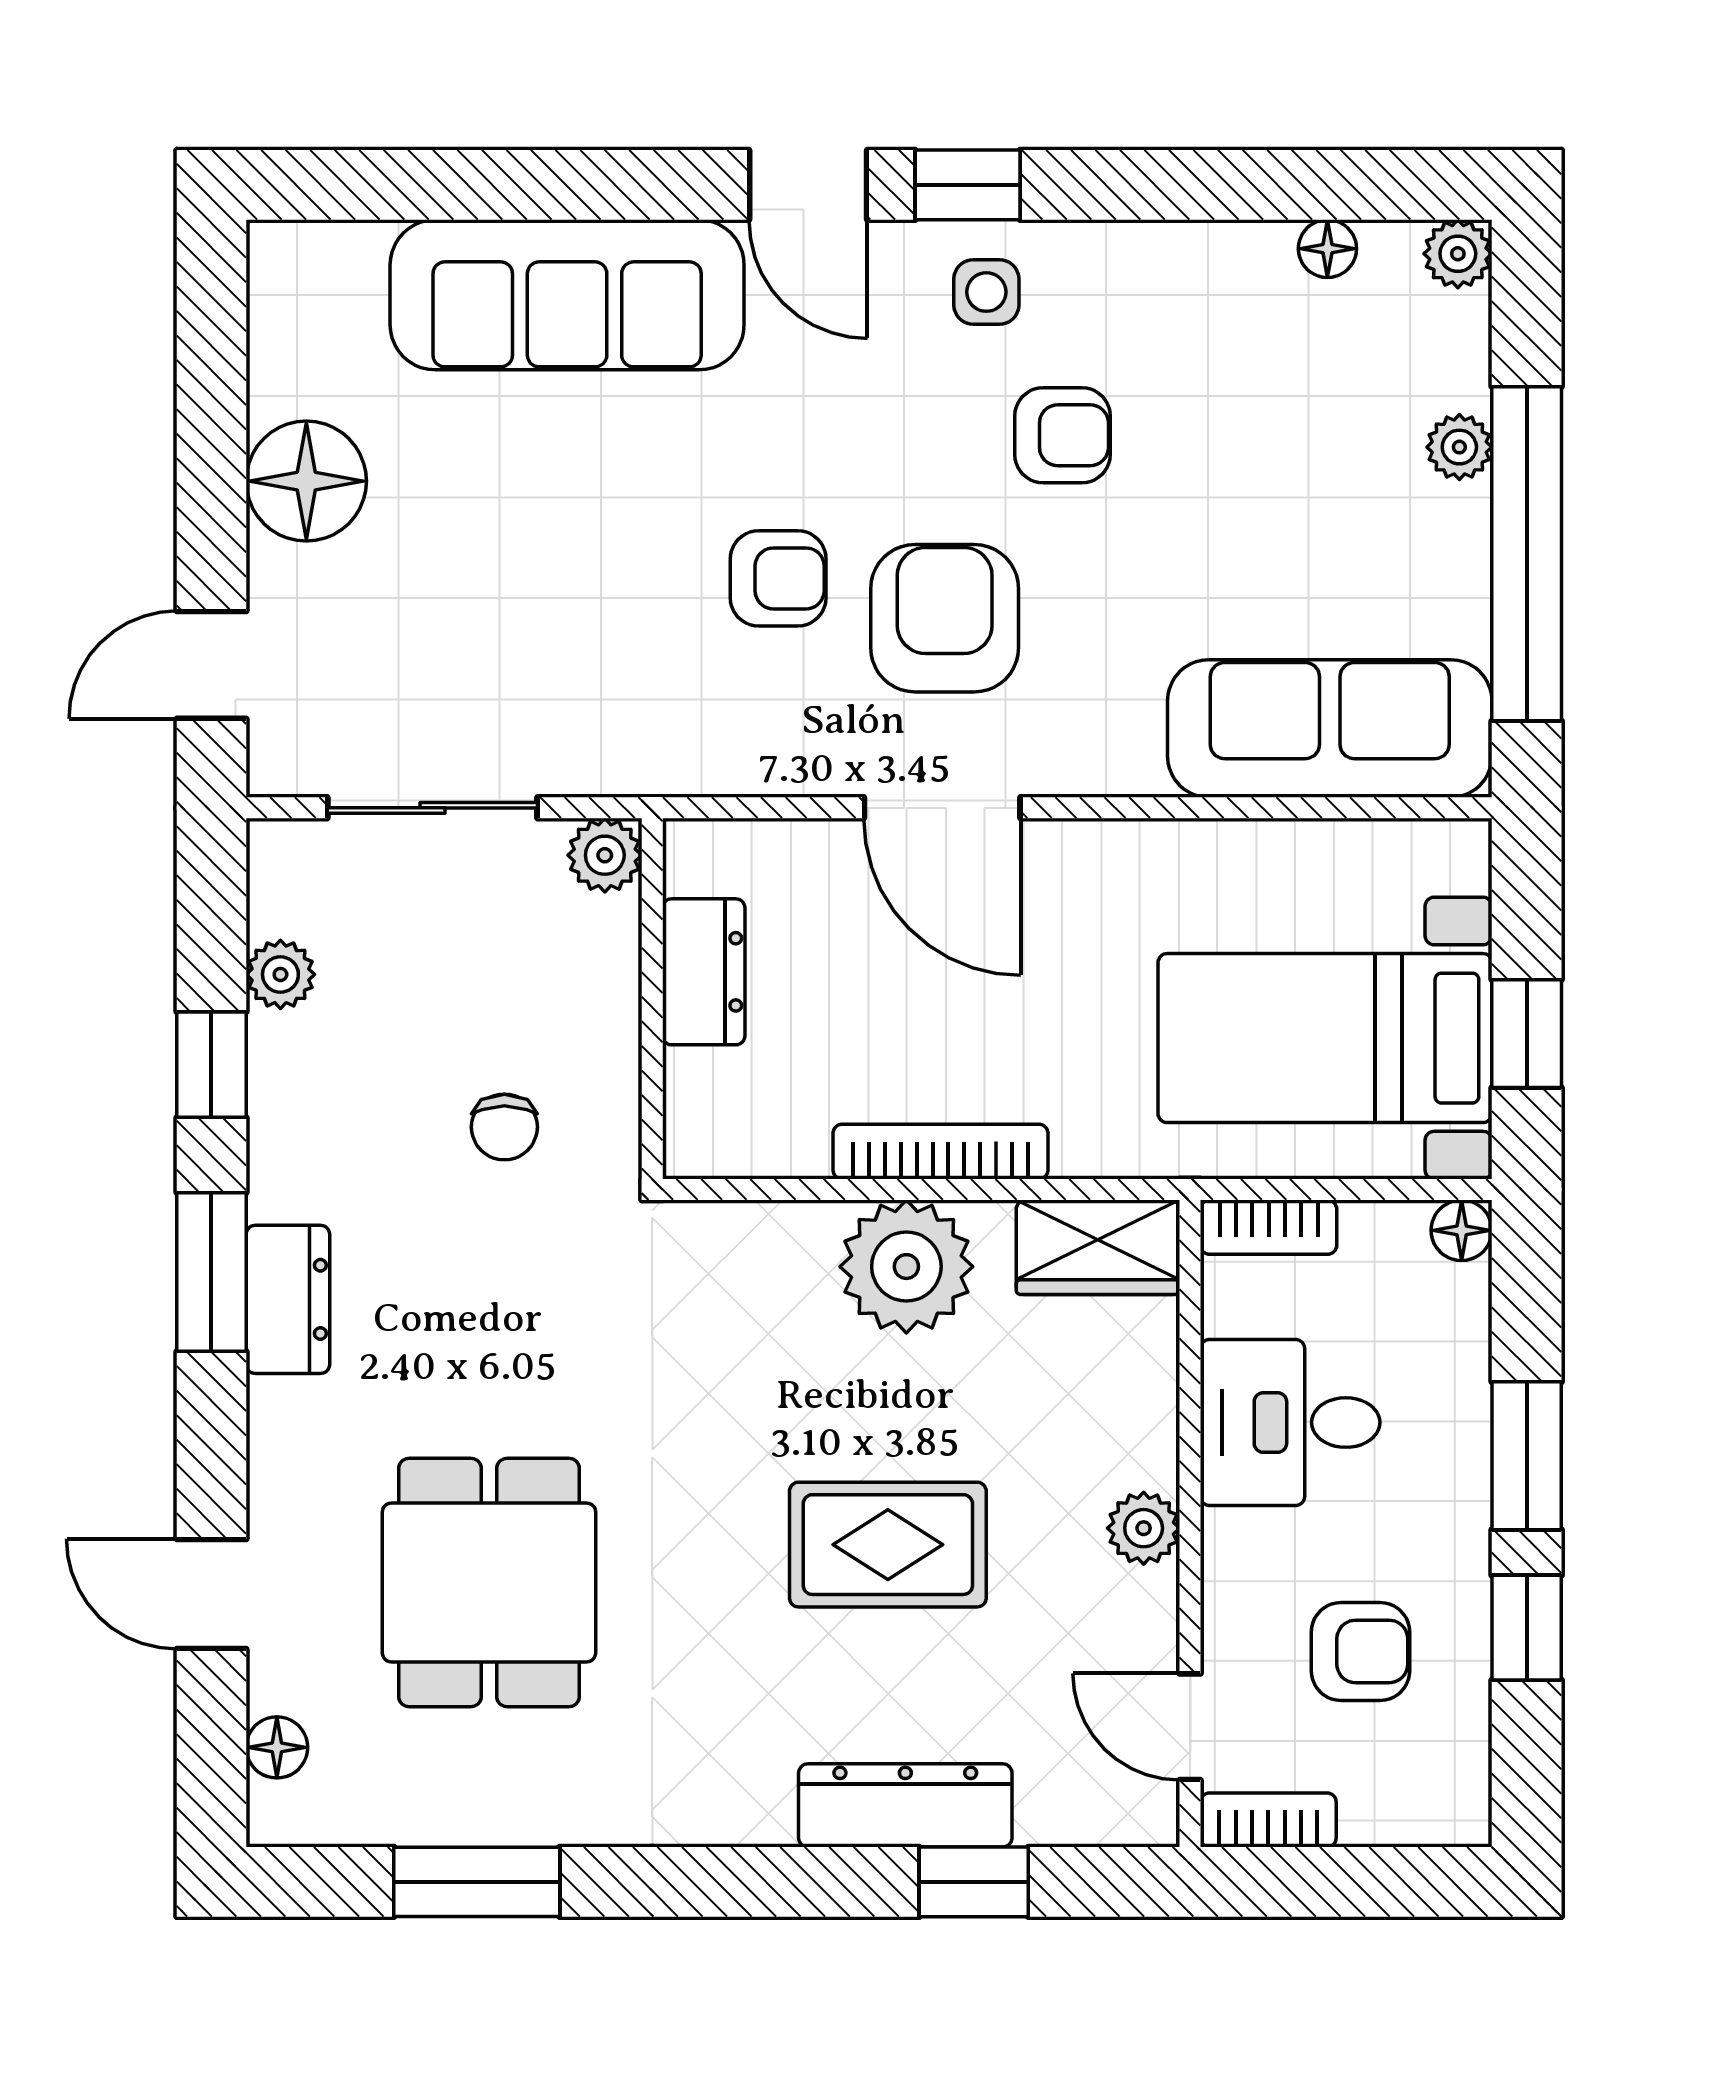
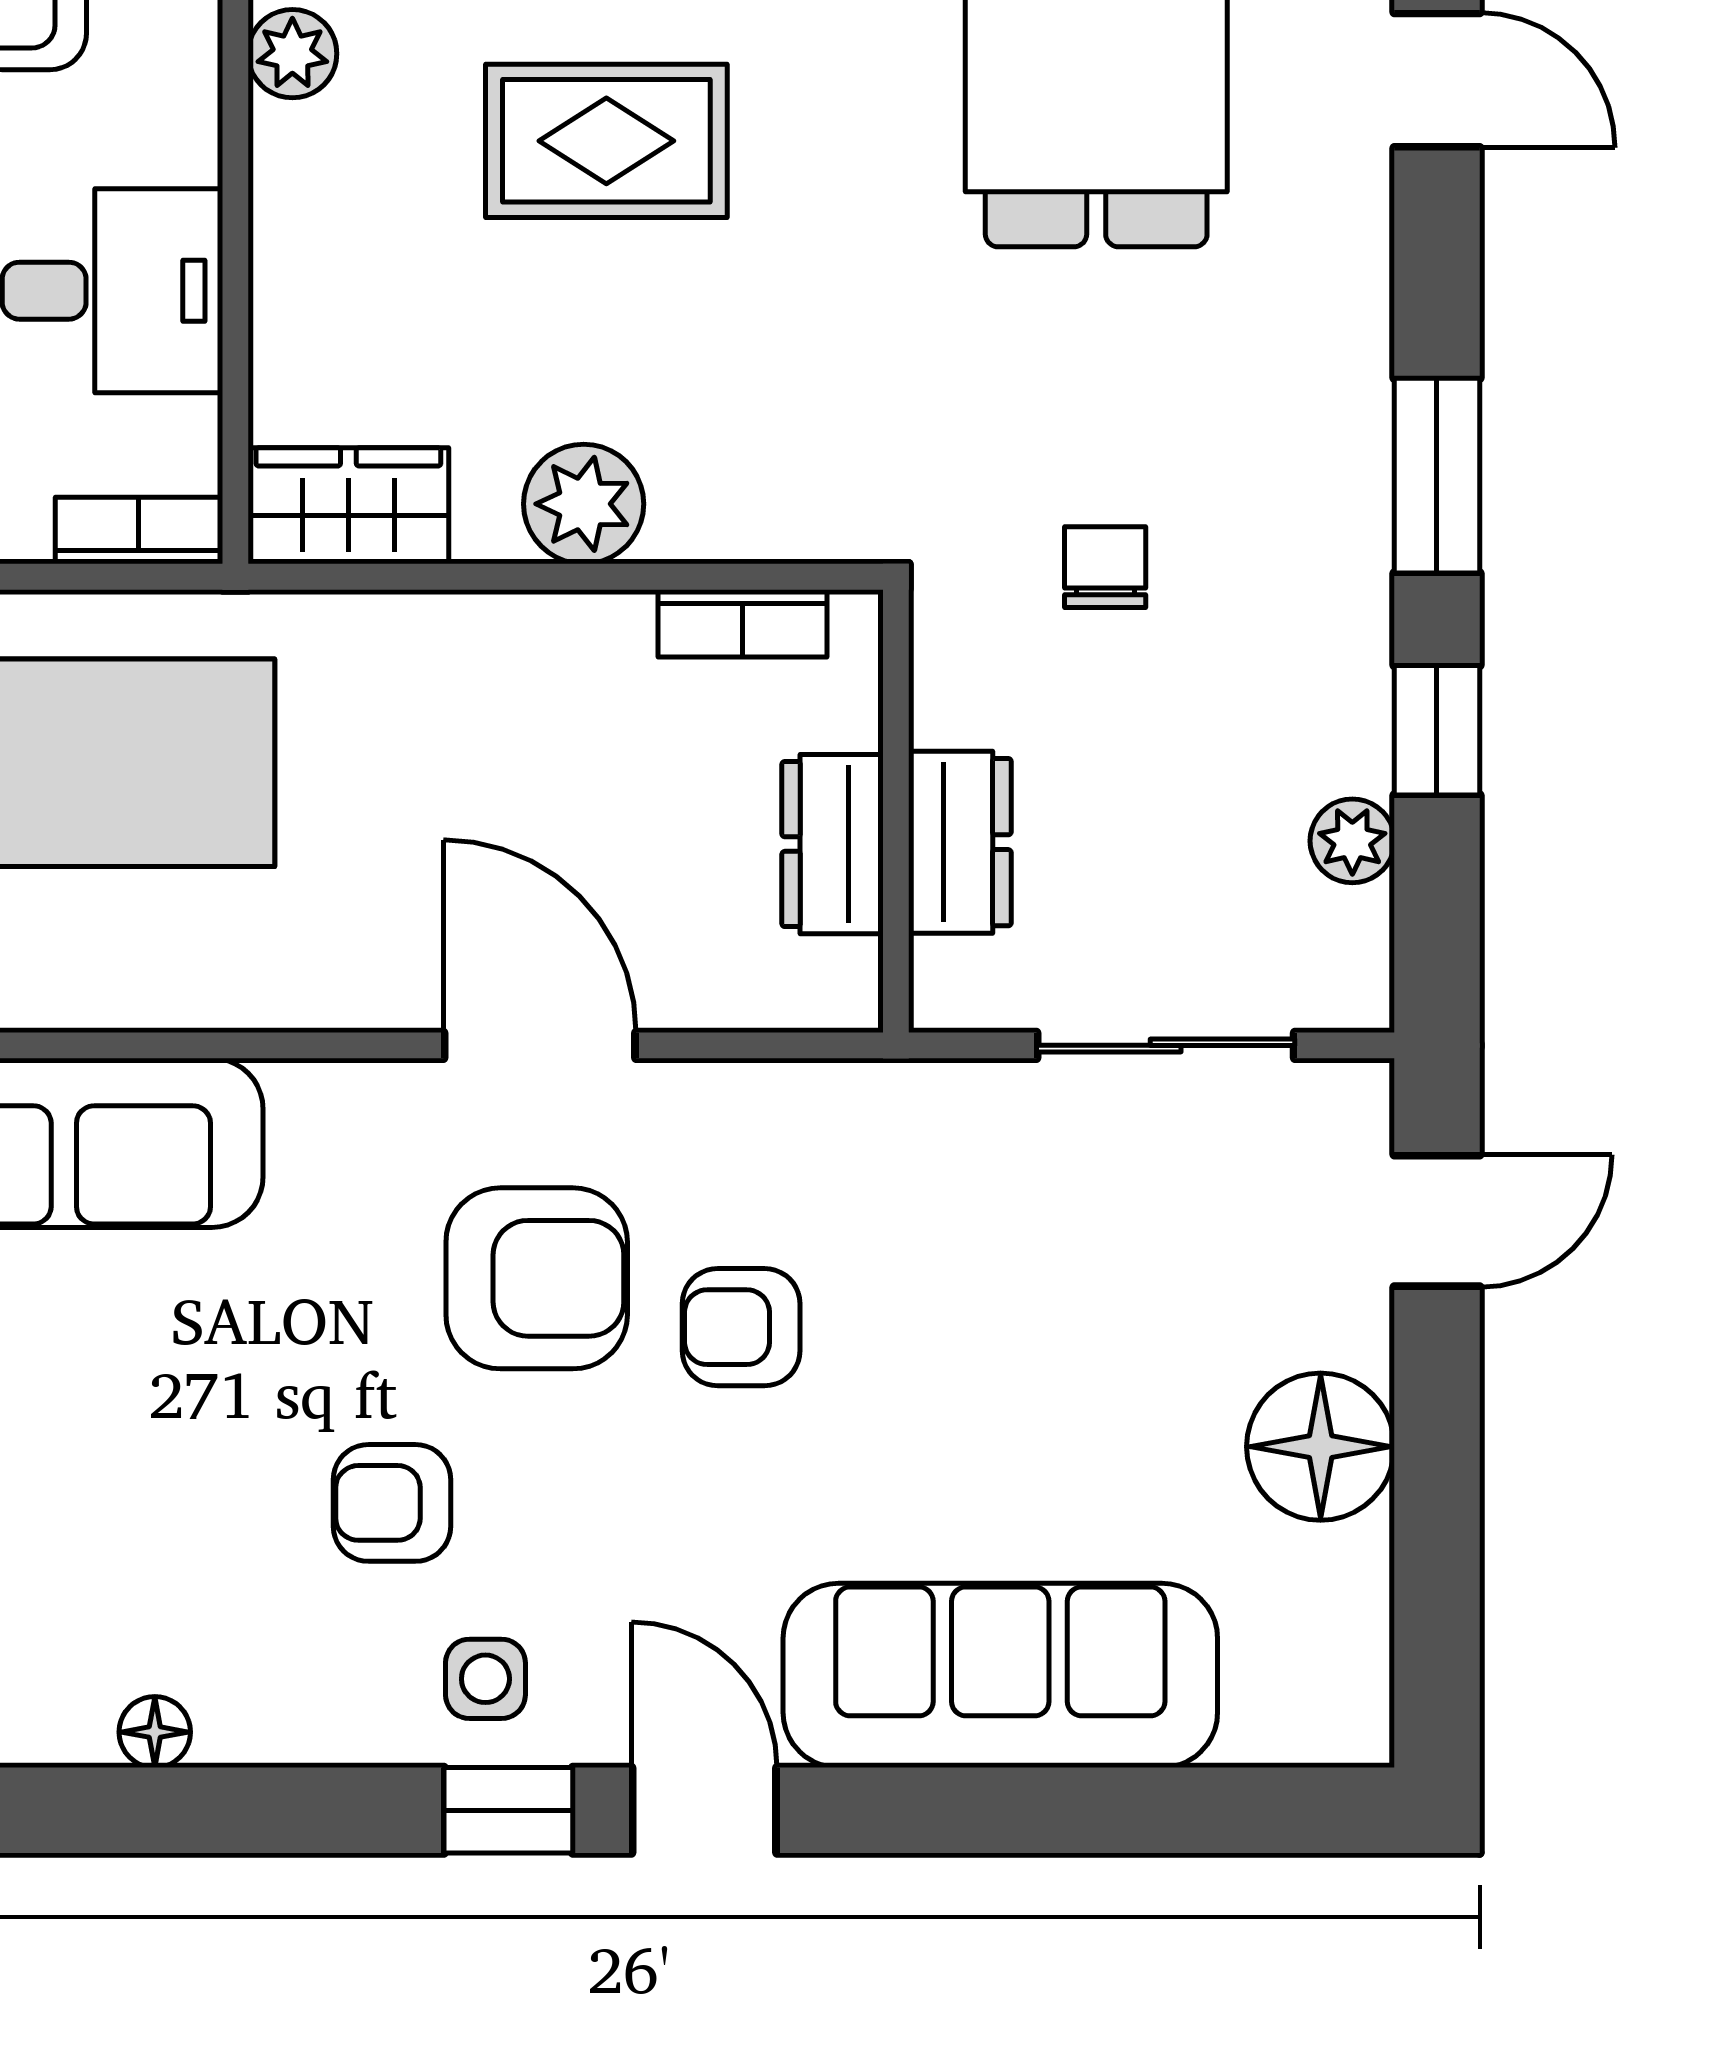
floor lamp: (1327, 249) -> (155, 1732), moved
armchair: (945, 618) -> (537, 1278), turned -90
plant: (605, 855) -> (954, 987), removed
chair: (504, 1127) -> (1105, 567), moved
bookcase: (940, 1152) -> (742, 623), moved, width x0.64
plant: (906, 1267) -> (584, 504), width x0.73, depth x0.73
dresser: (288, 1299) -> (960, 842), moved, turned 180
plant: (1144, 1528) -> (292, 54), moved

